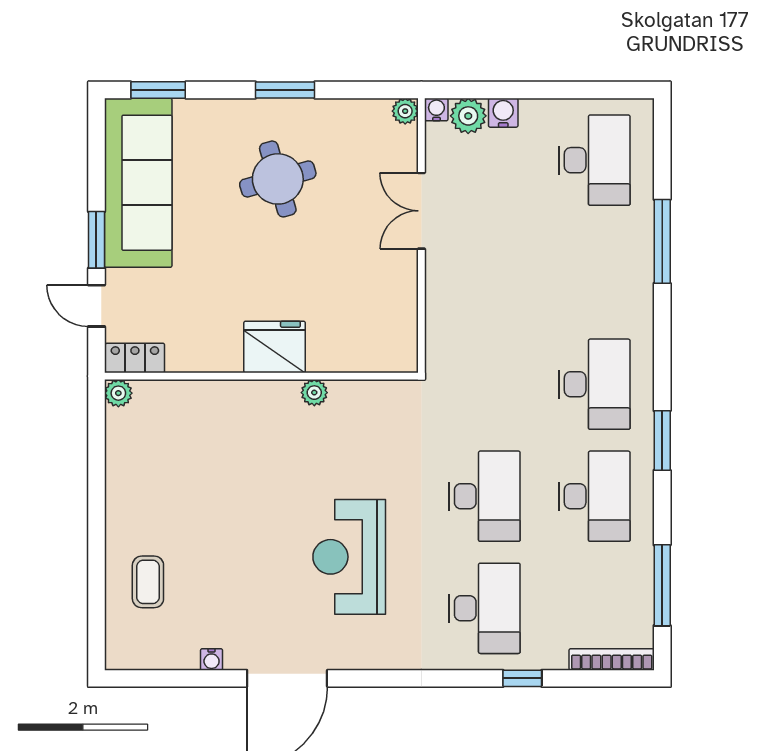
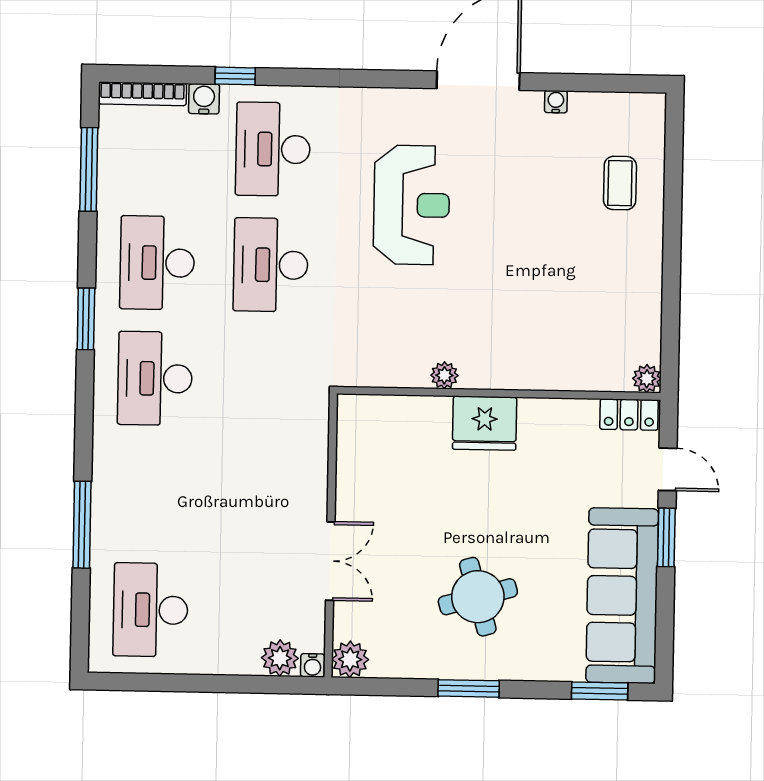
plant: (405, 111) -> (350, 659), width x1.38, depth x1.38
water cooler: (503, 113) -> (204, 99), moved, turned 180

